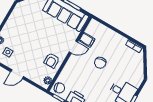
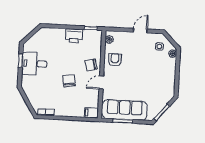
filing cabinet: (87, 40) -> (91, 113), moved
chair: (59, 88) -> (91, 65), moved

